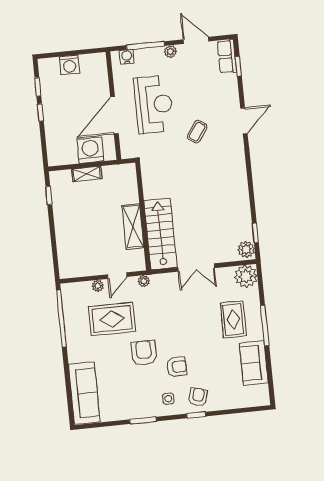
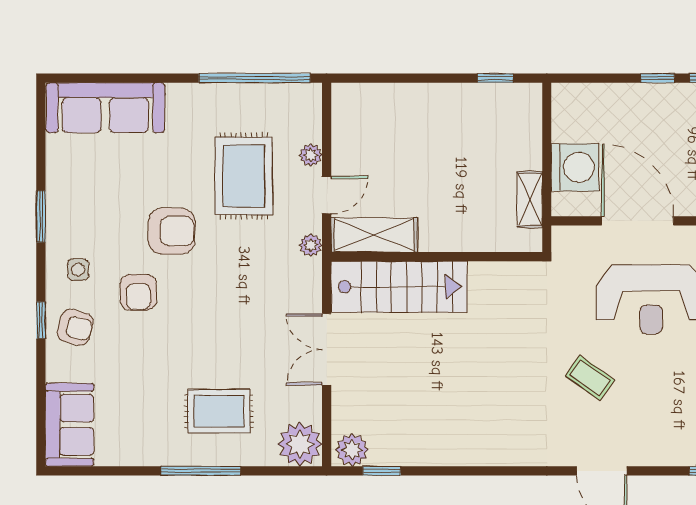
shelving: (87, 174) -> (530, 199), moved
shelving: (133, 227) -> (374, 235), moved
door: (117, 276) -> (327, 195), swing flipped
sofa: (254, 363) -> (70, 425), moved, turned 90

